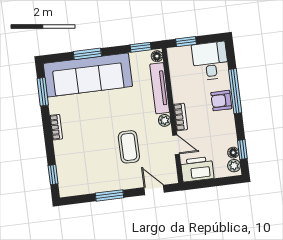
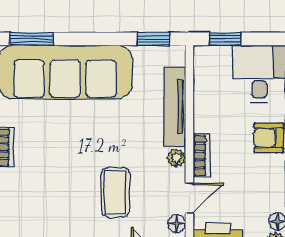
window: (87, 54) -> (32, 39), moved
floor lamp: (157, 56) -> (177, 223), moved
door: (176, 145) -> (189, 198), hinge flipped

